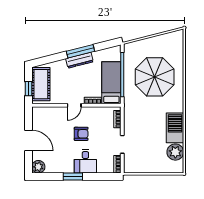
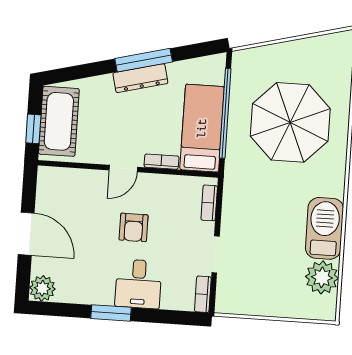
armchair: (81, 134) -> (134, 227), turned 90

